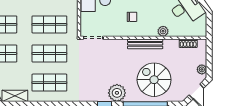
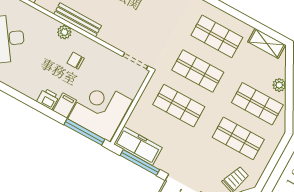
plant: (163, 31) -> (64, 32), moved

